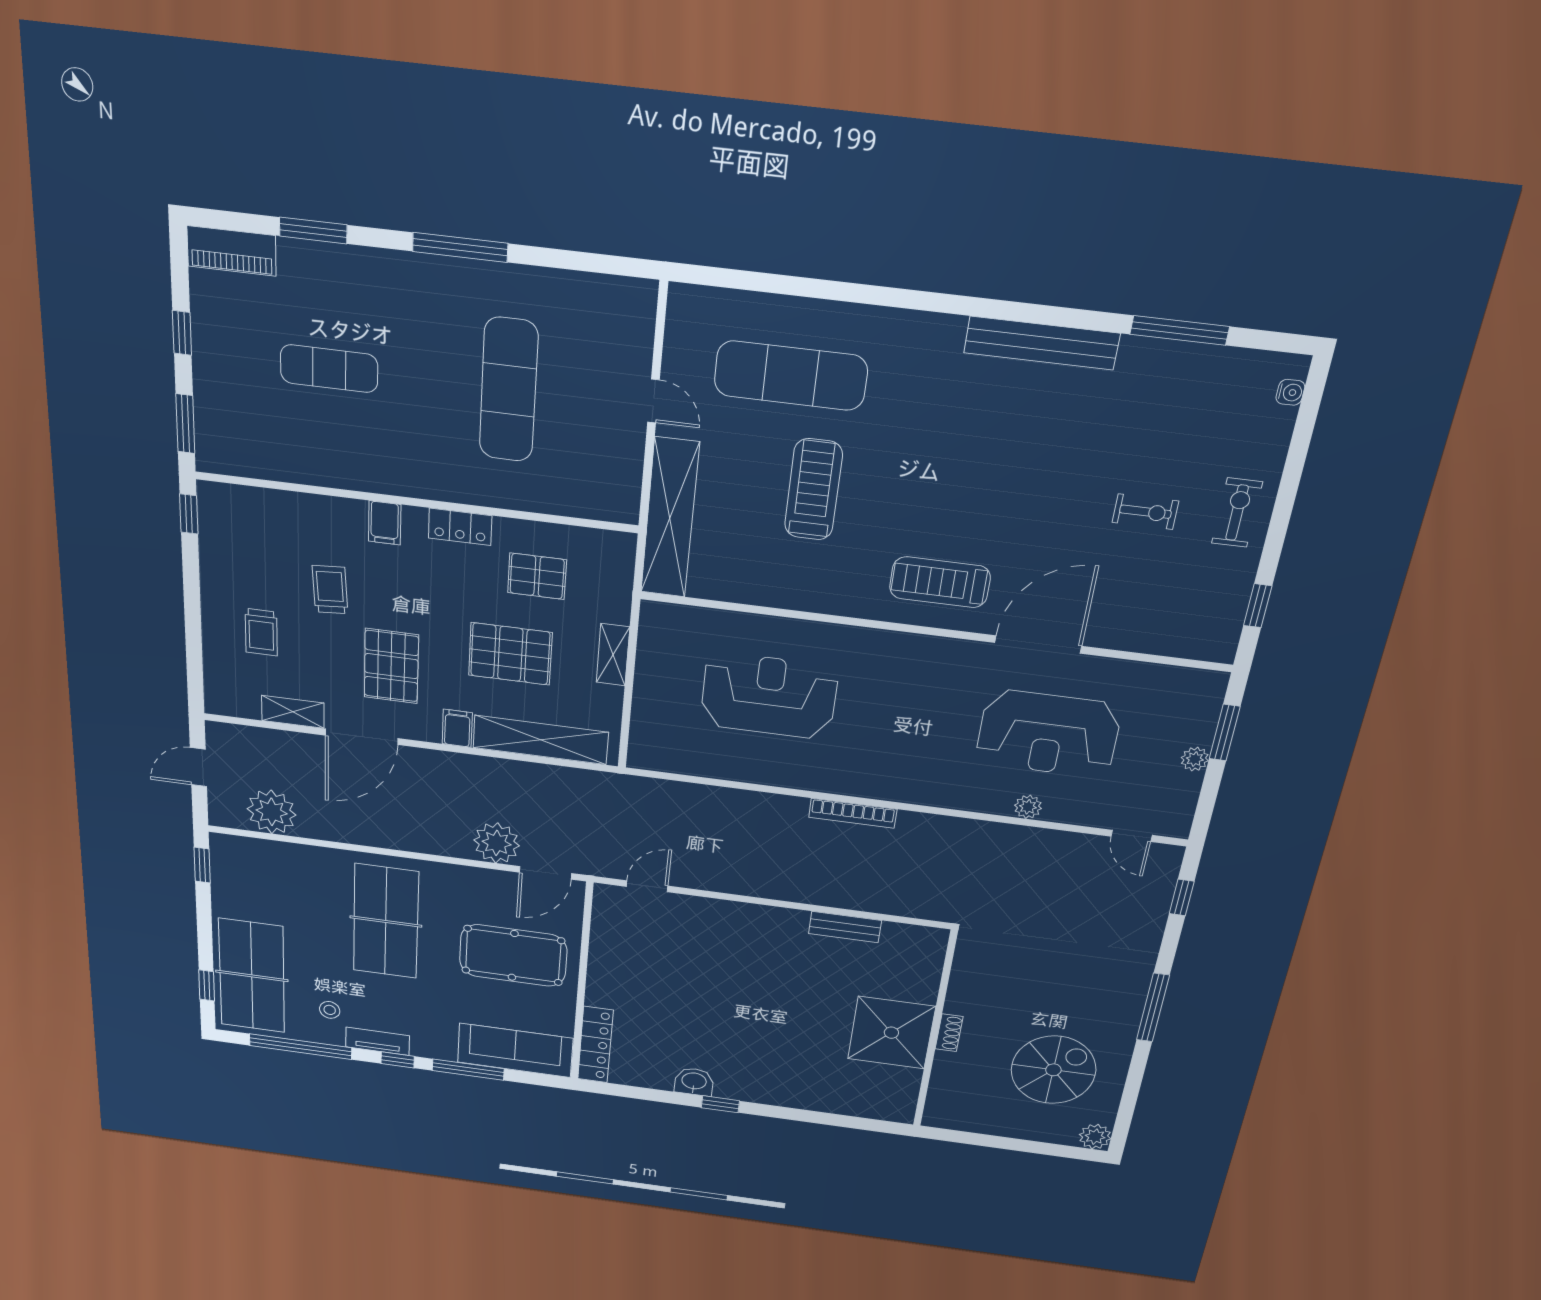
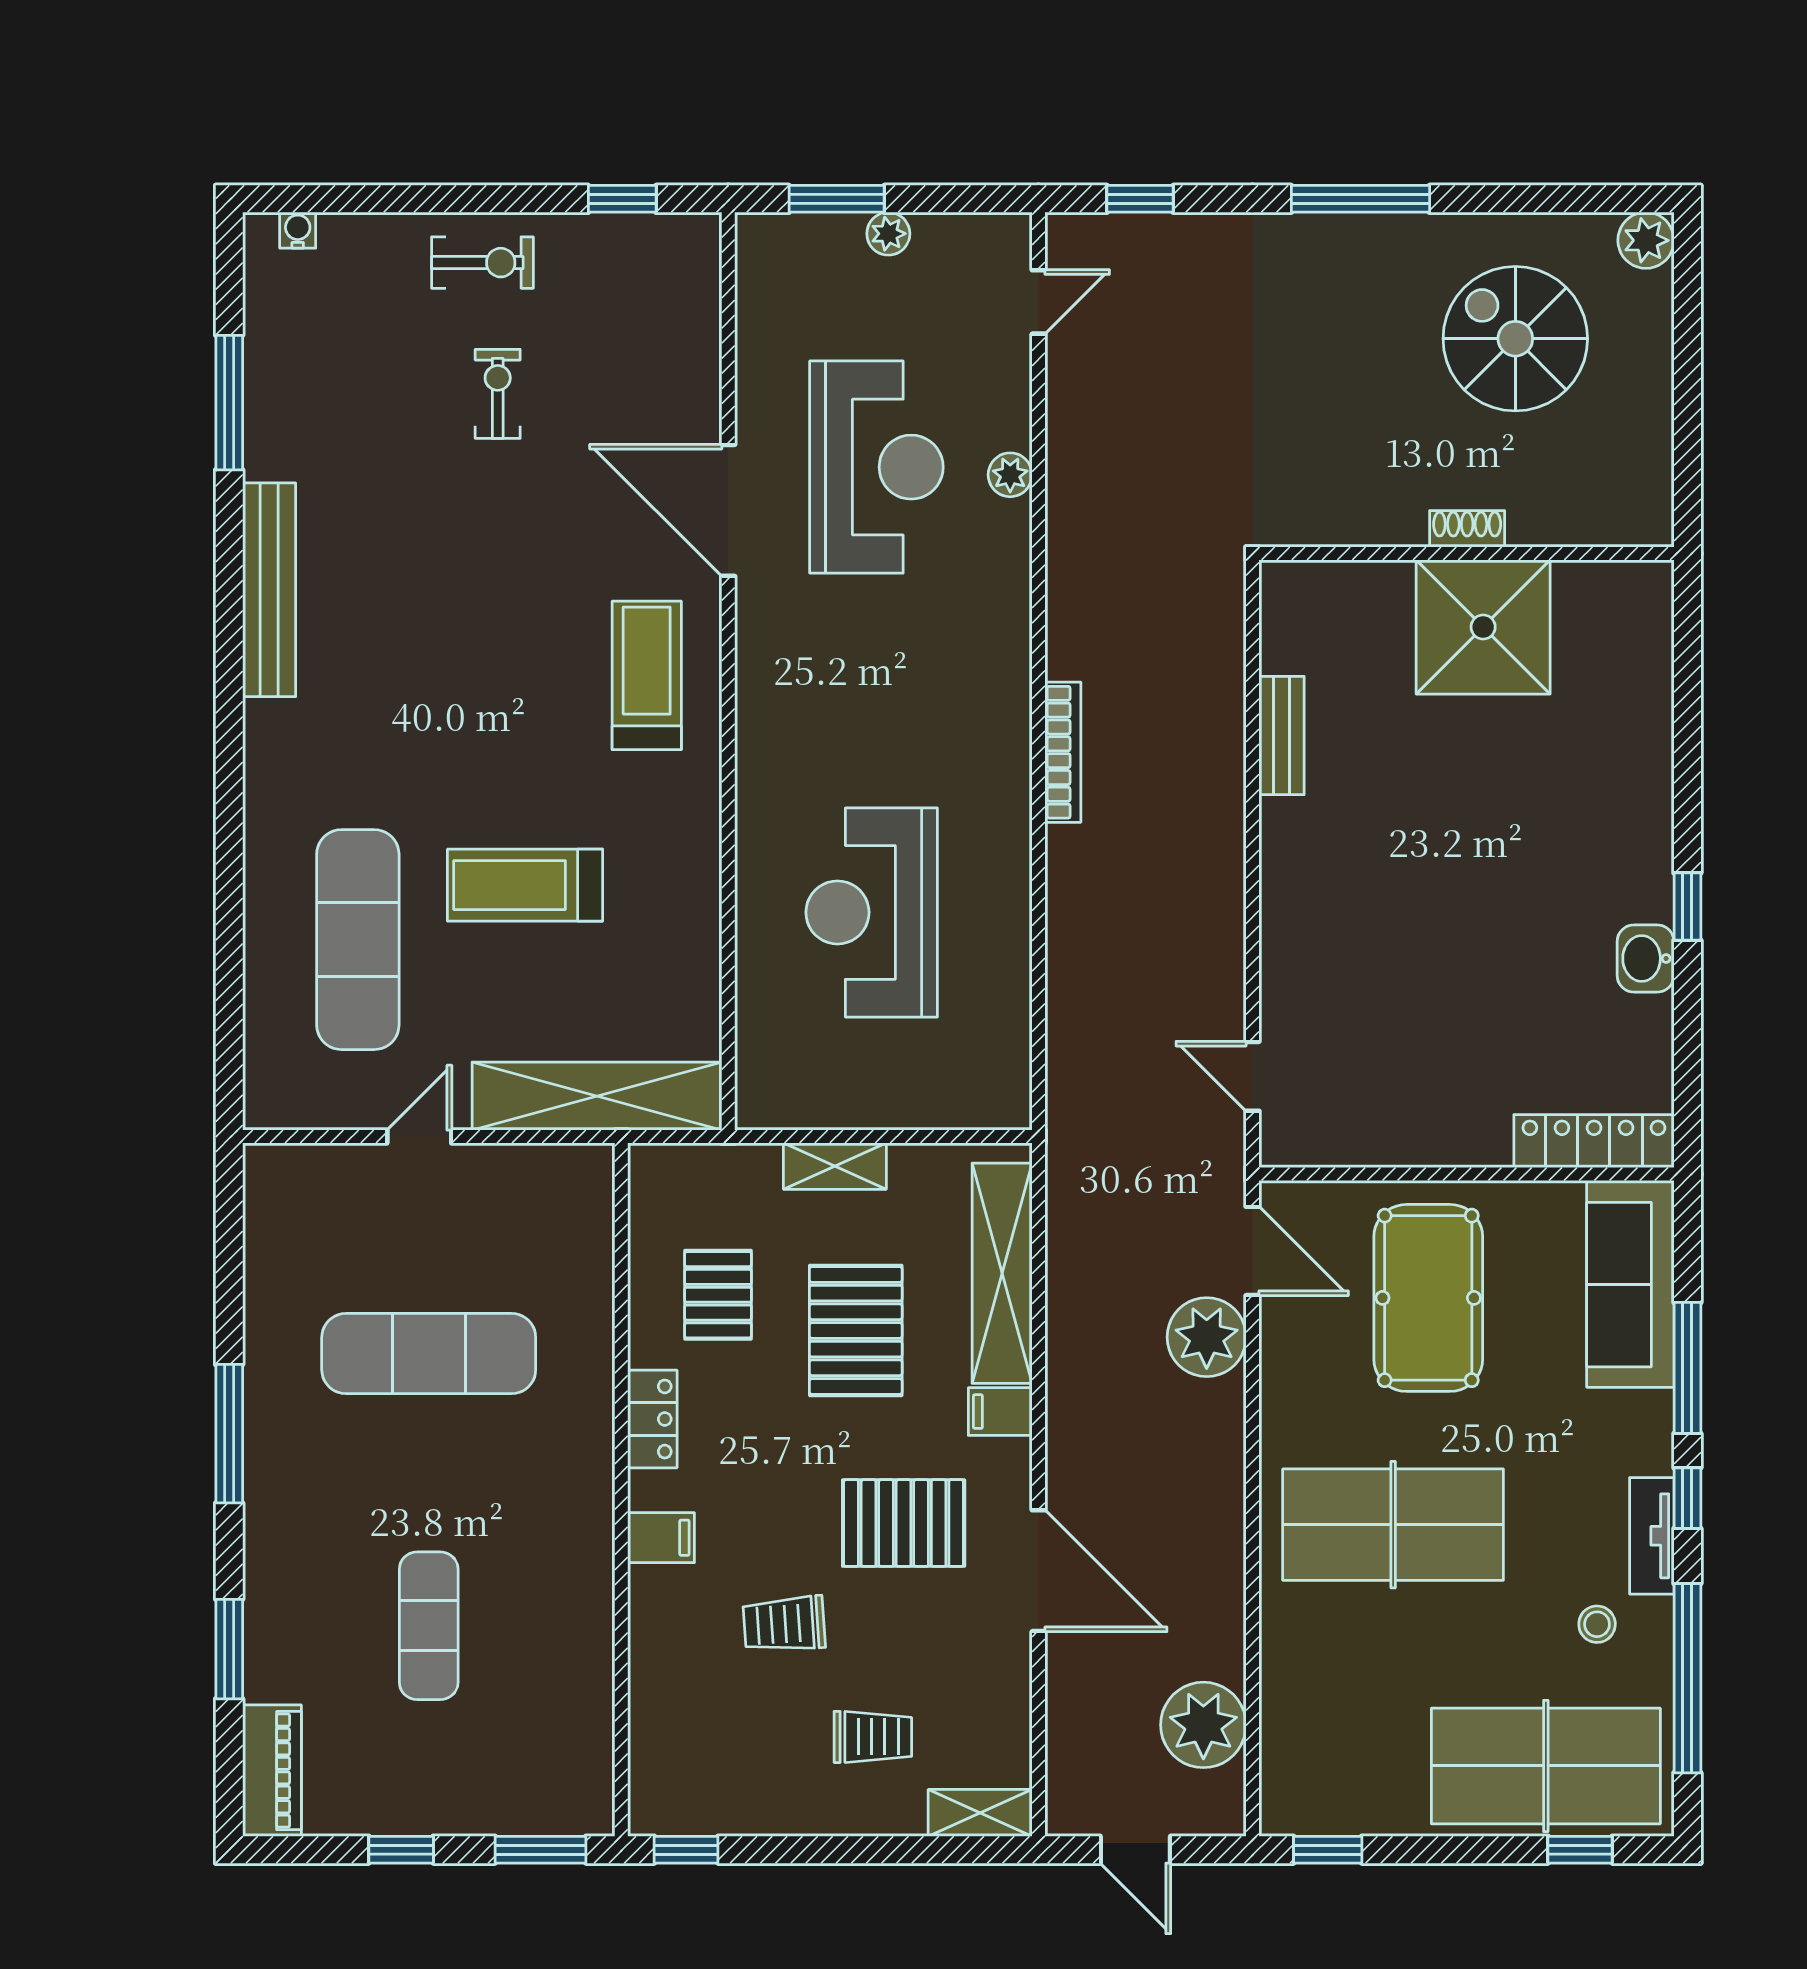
exercise bike: (1237, 513) -> (482, 263), turned 180
treadmill: (940, 582) -> (647, 675), turned 180
shelving: (293, 712) -> (980, 1813), moved, turned 90

